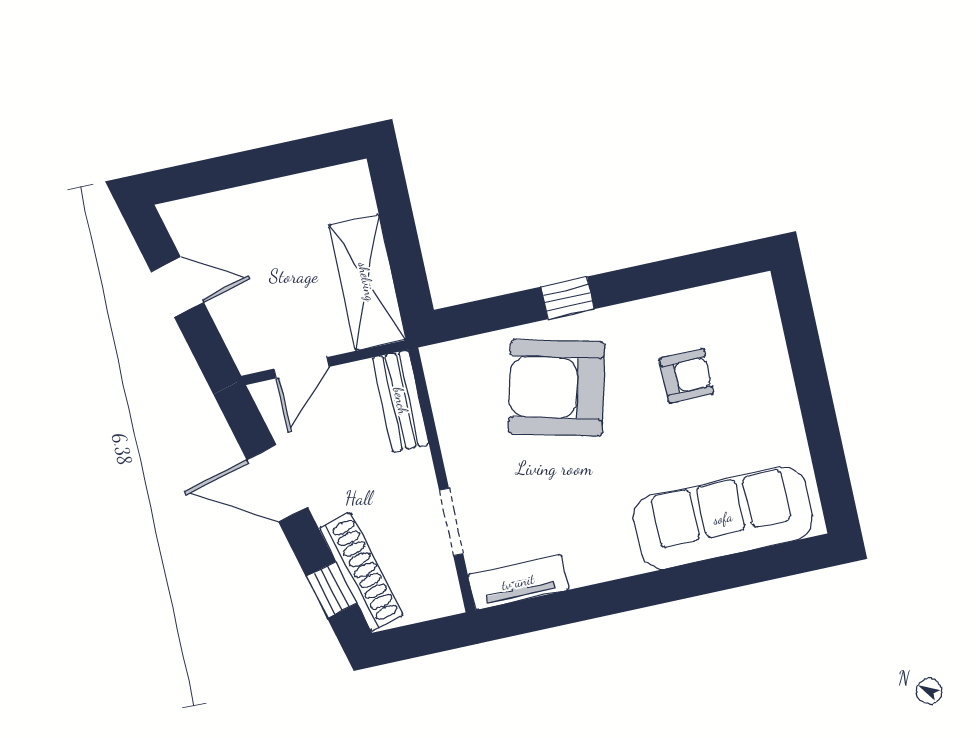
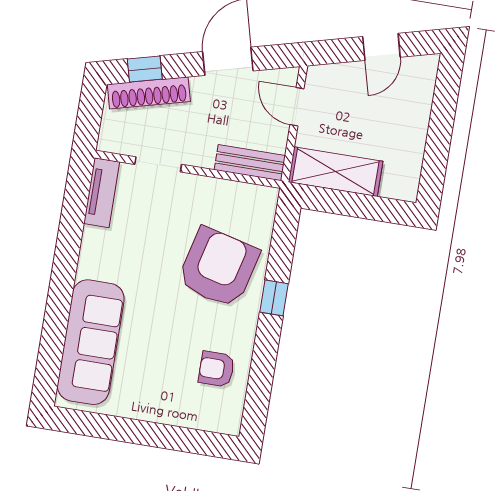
armchair: (686, 376) -> (217, 369), moved, turned 90

